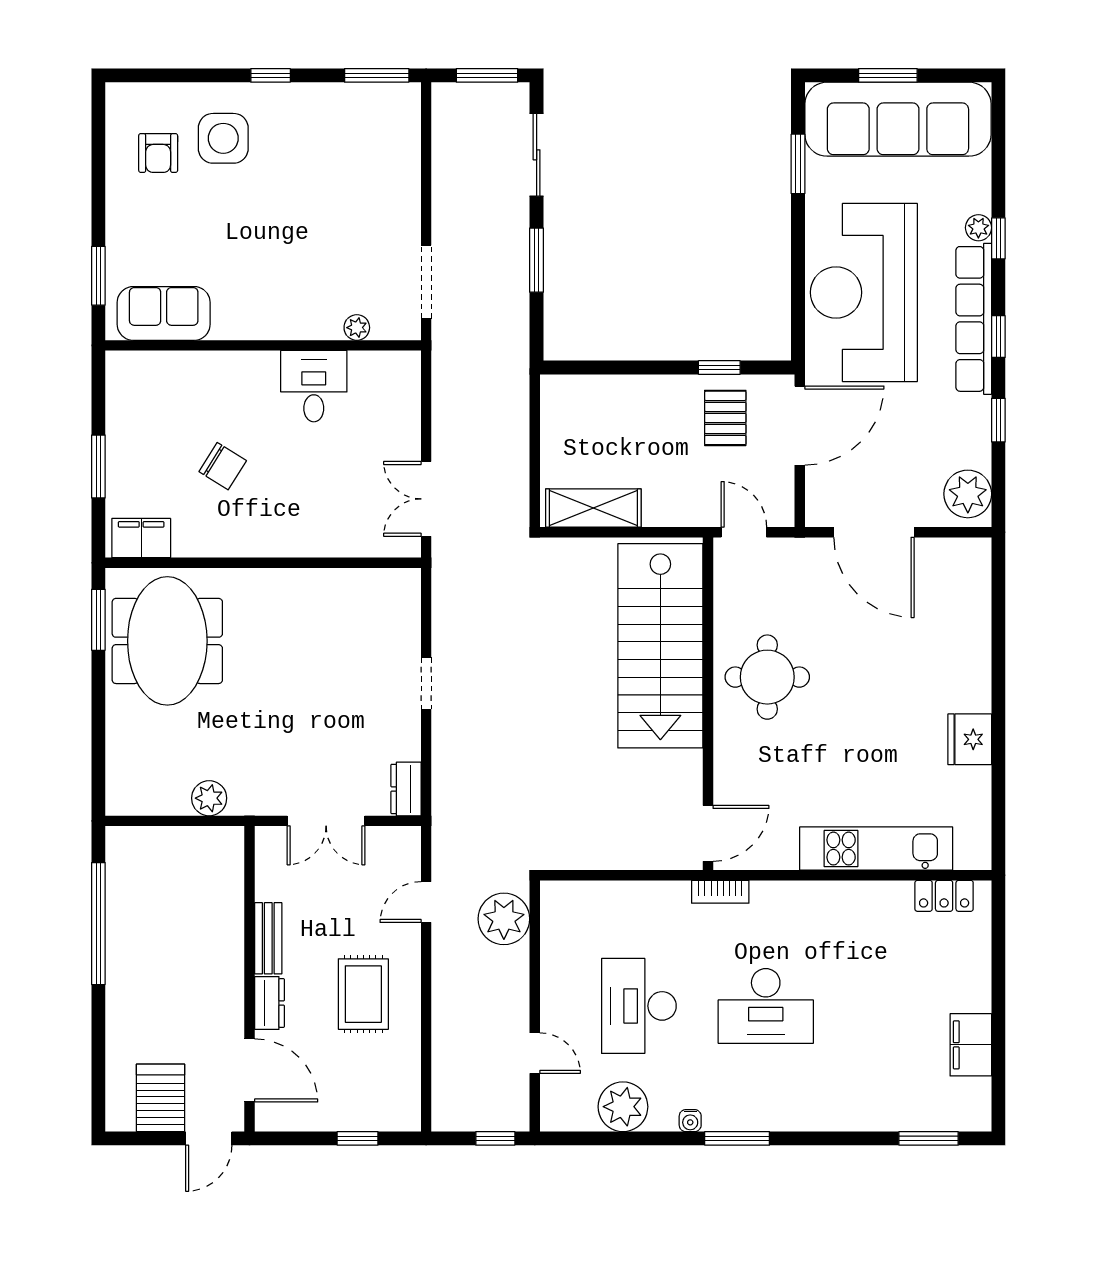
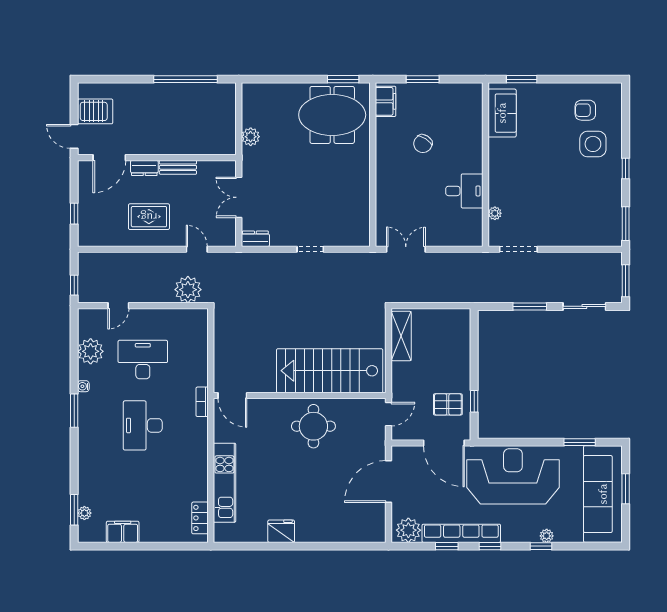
row of seats: (974, 319) -> (461, 533), moved
plant: (935, 1118) -> (84, 513), added

